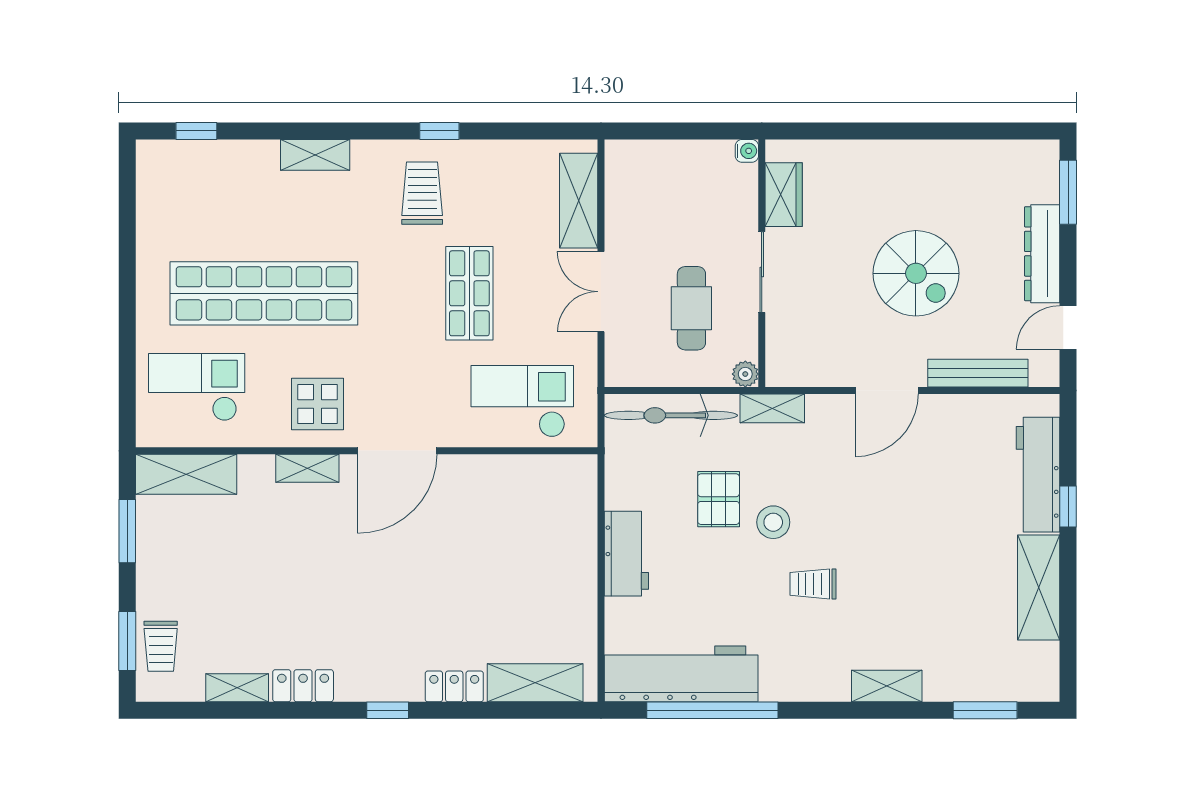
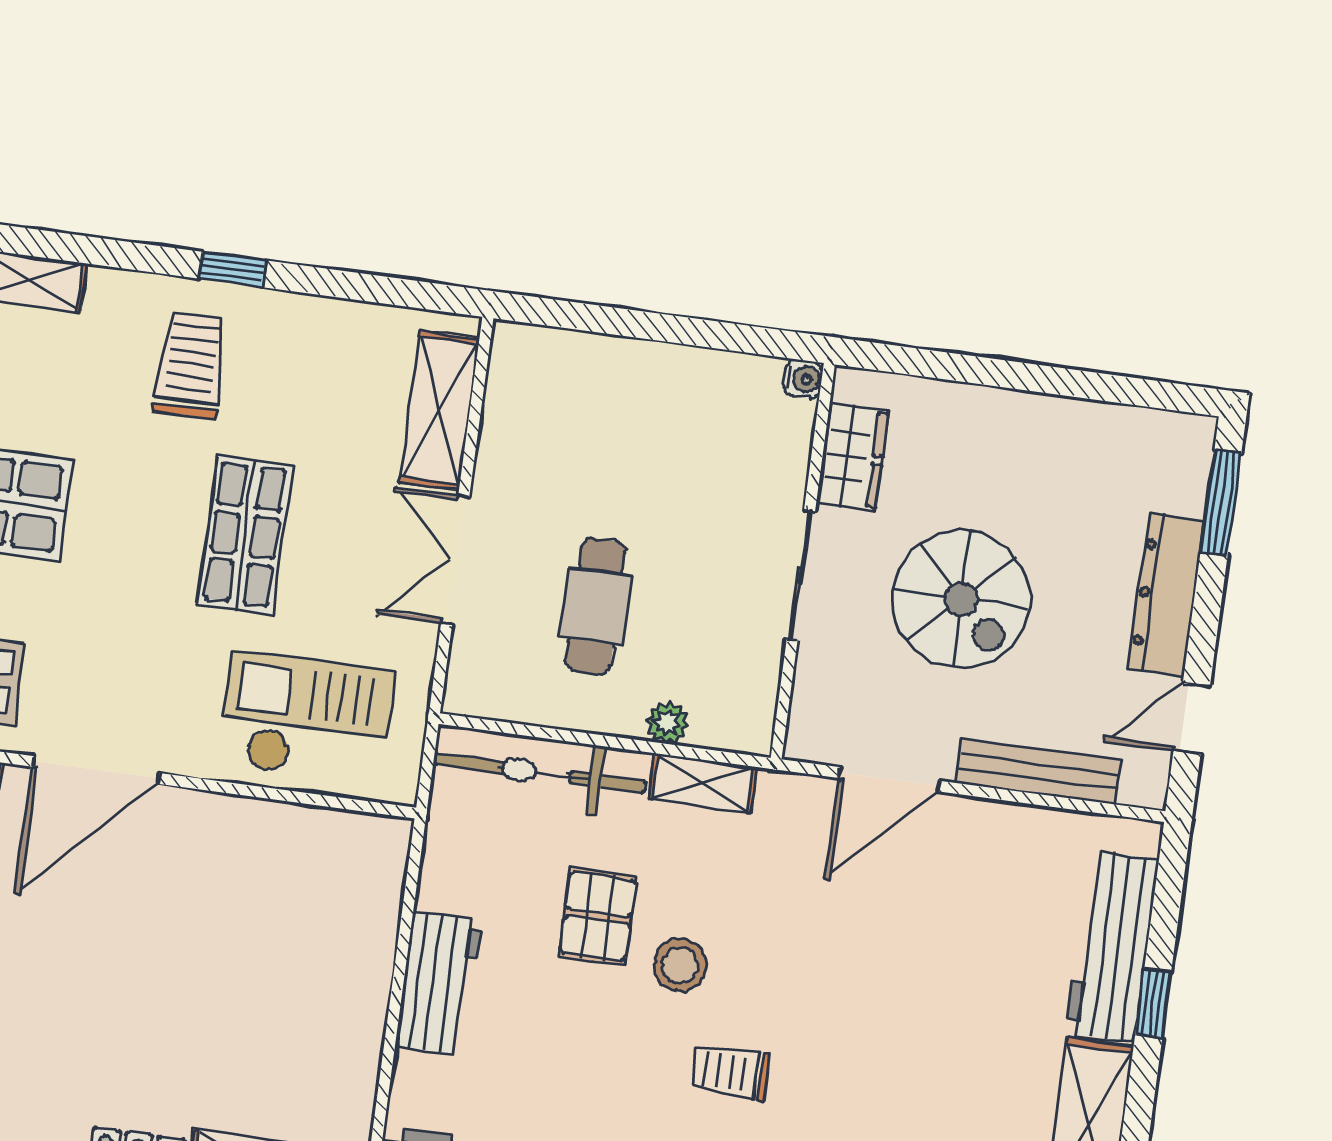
water cooler: (747, 151) -> (803, 379), moved
wardrobe: (784, 195) -> (852, 457), moved
wall: (762, 263) -> (803, 561), moved
sliding door: (762, 272) -> (801, 575), moved

